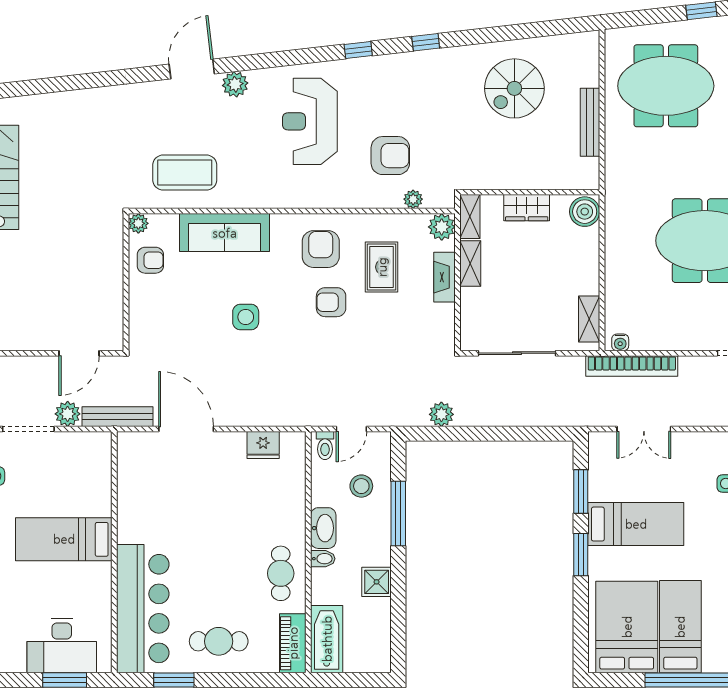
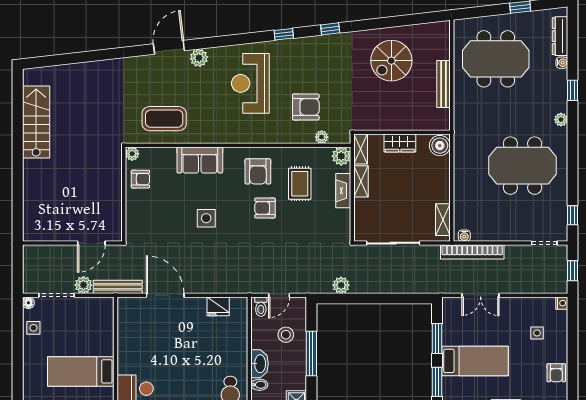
sofa: (225, 233) -> (200, 160), width x0.73
armchair: (321, 249) -> (258, 171), turned 180

